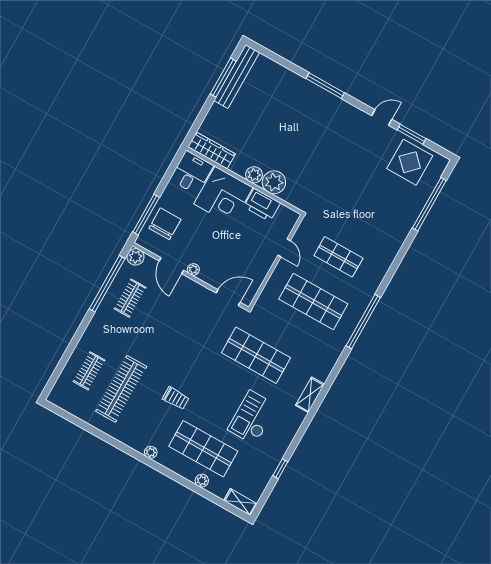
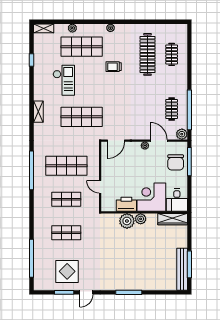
display table: (410, 162) -> (67, 271), moved
shop shelf: (364, 212) -> (66, 233), added

